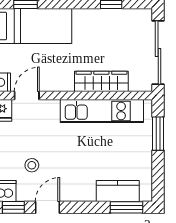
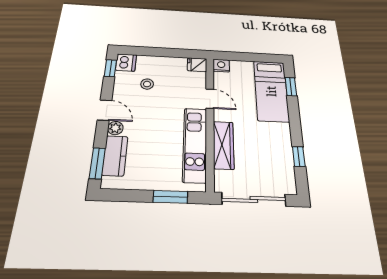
door: (27, 96) -> (210, 99), moved
plant: (87, 194) -> (115, 128), added
door: (47, 207) -> (105, 110), moved

